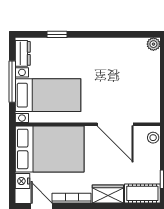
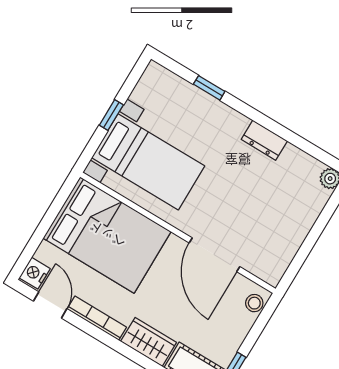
dresser: (23, 53) -> (264, 140), moved, turned 90
window: (12, 82) -> (111, 115), width x0.46
nightstand: (23, 181) -> (35, 273), moved

